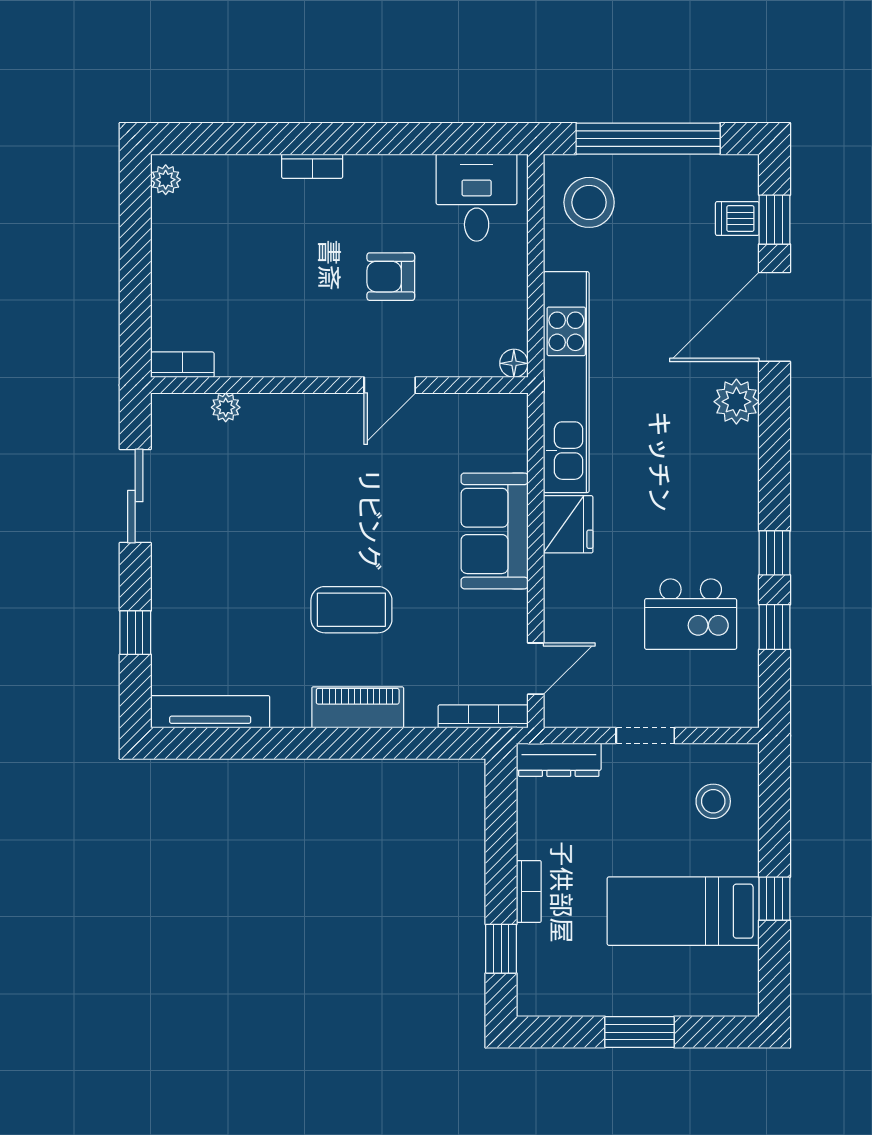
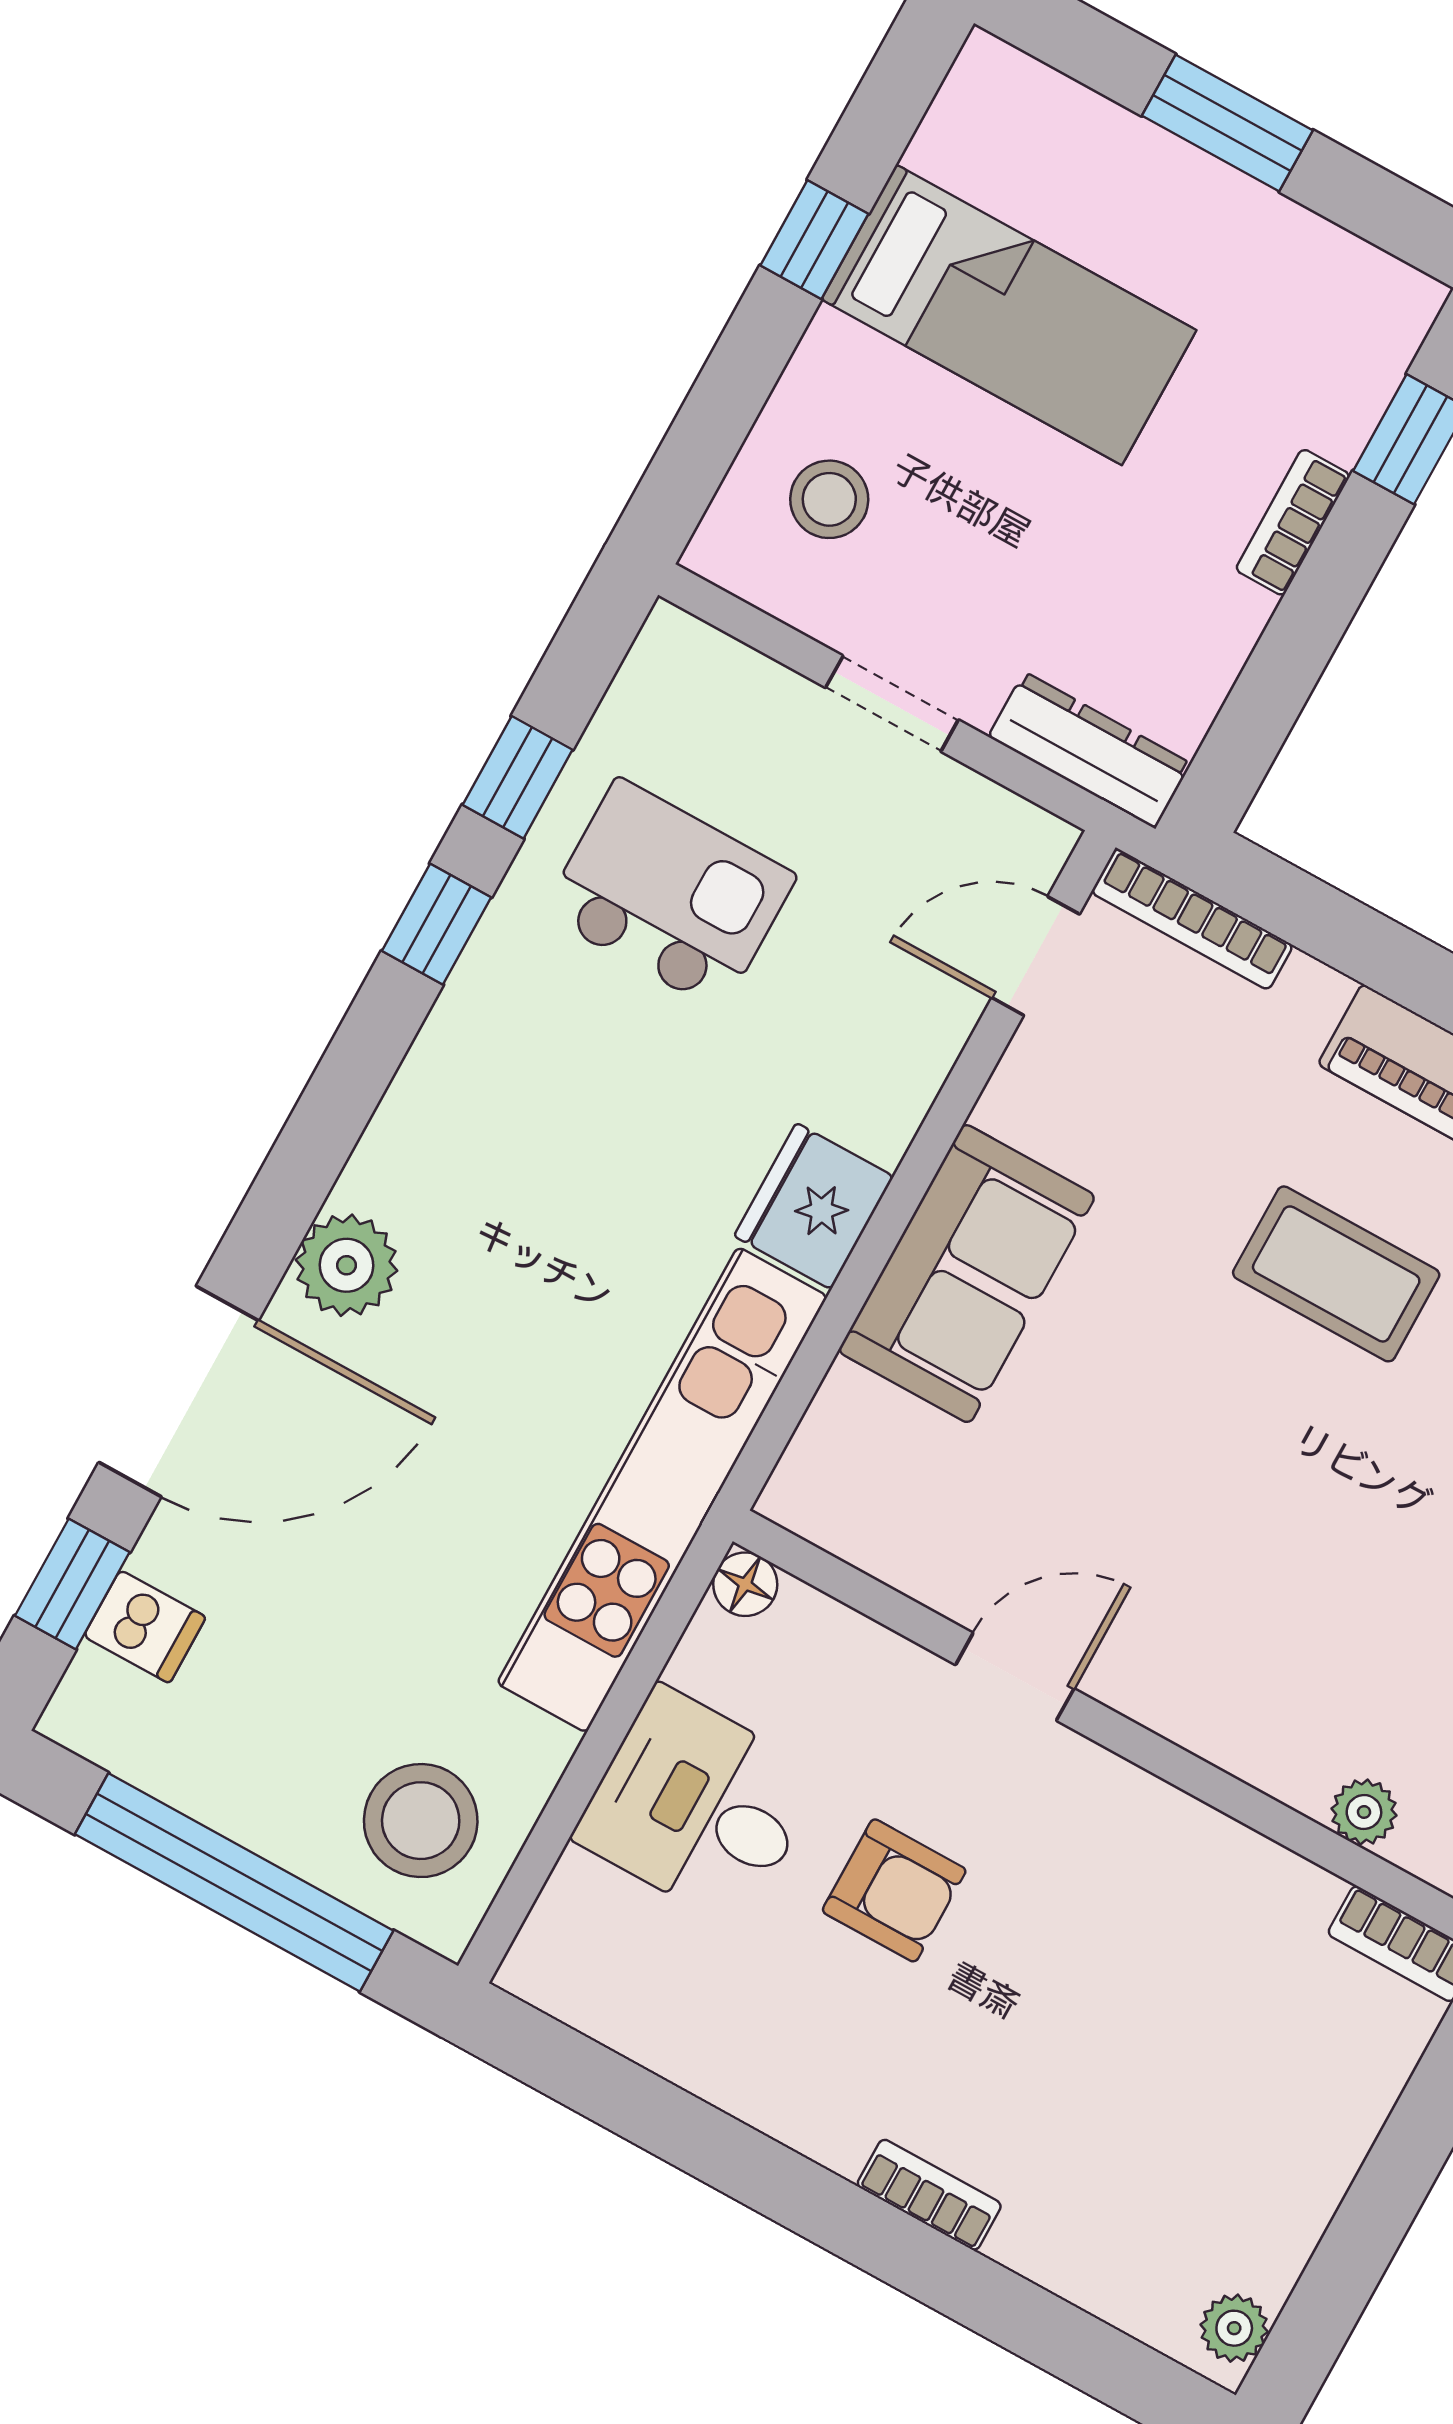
desk: (477, 198) -> (698, 1807), moved, turned 90

